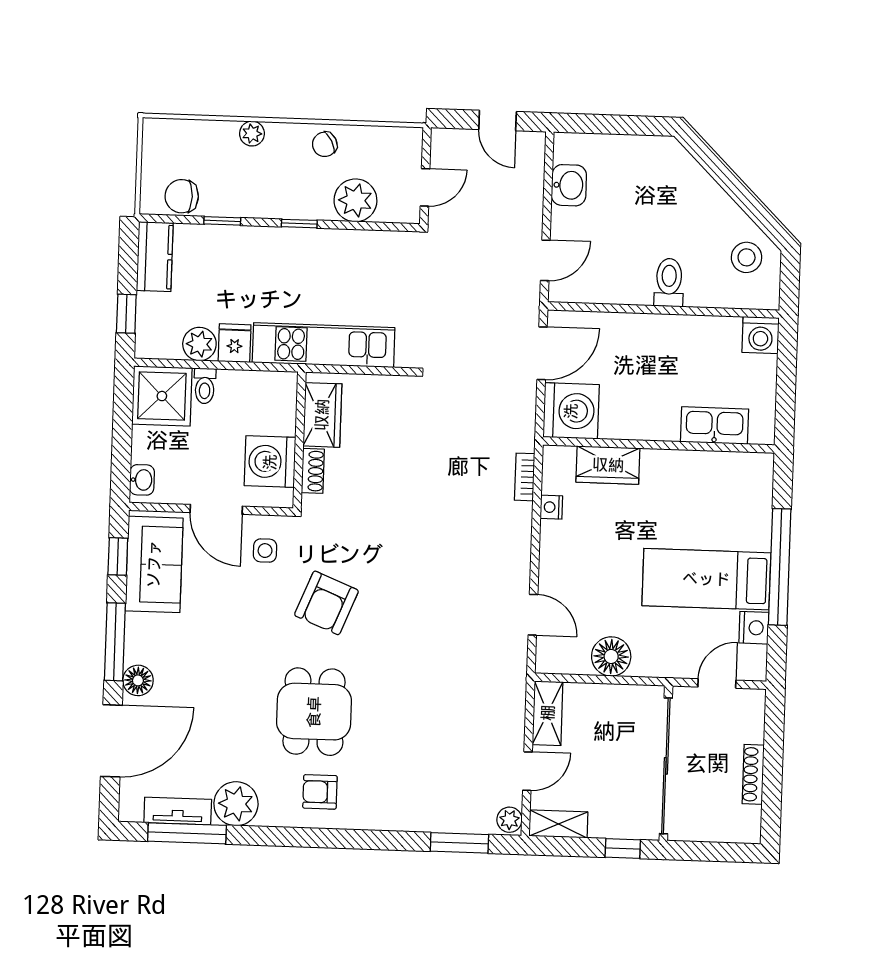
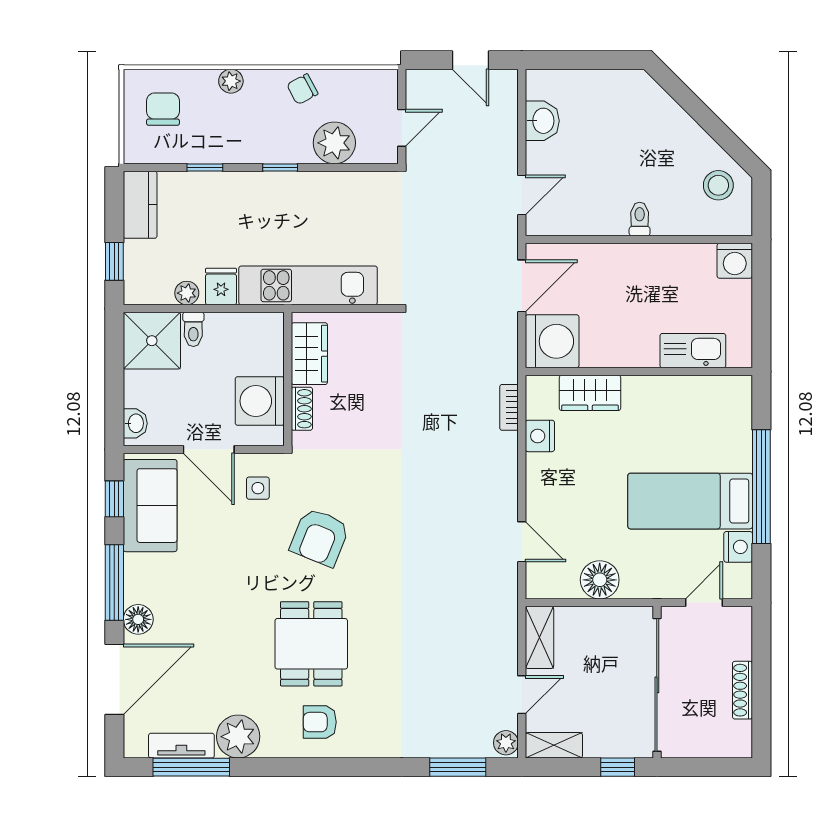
chair: (182, 196) -> (163, 109), moved, turned 90
toilet: (669, 283) -> (640, 219), width x0.73, depth x0.72
plant: (199, 344) -> (187, 293), width x0.73, depth x0.73
nightstand: (551, 507) -> (540, 436), width x1.39, depth x1.35

